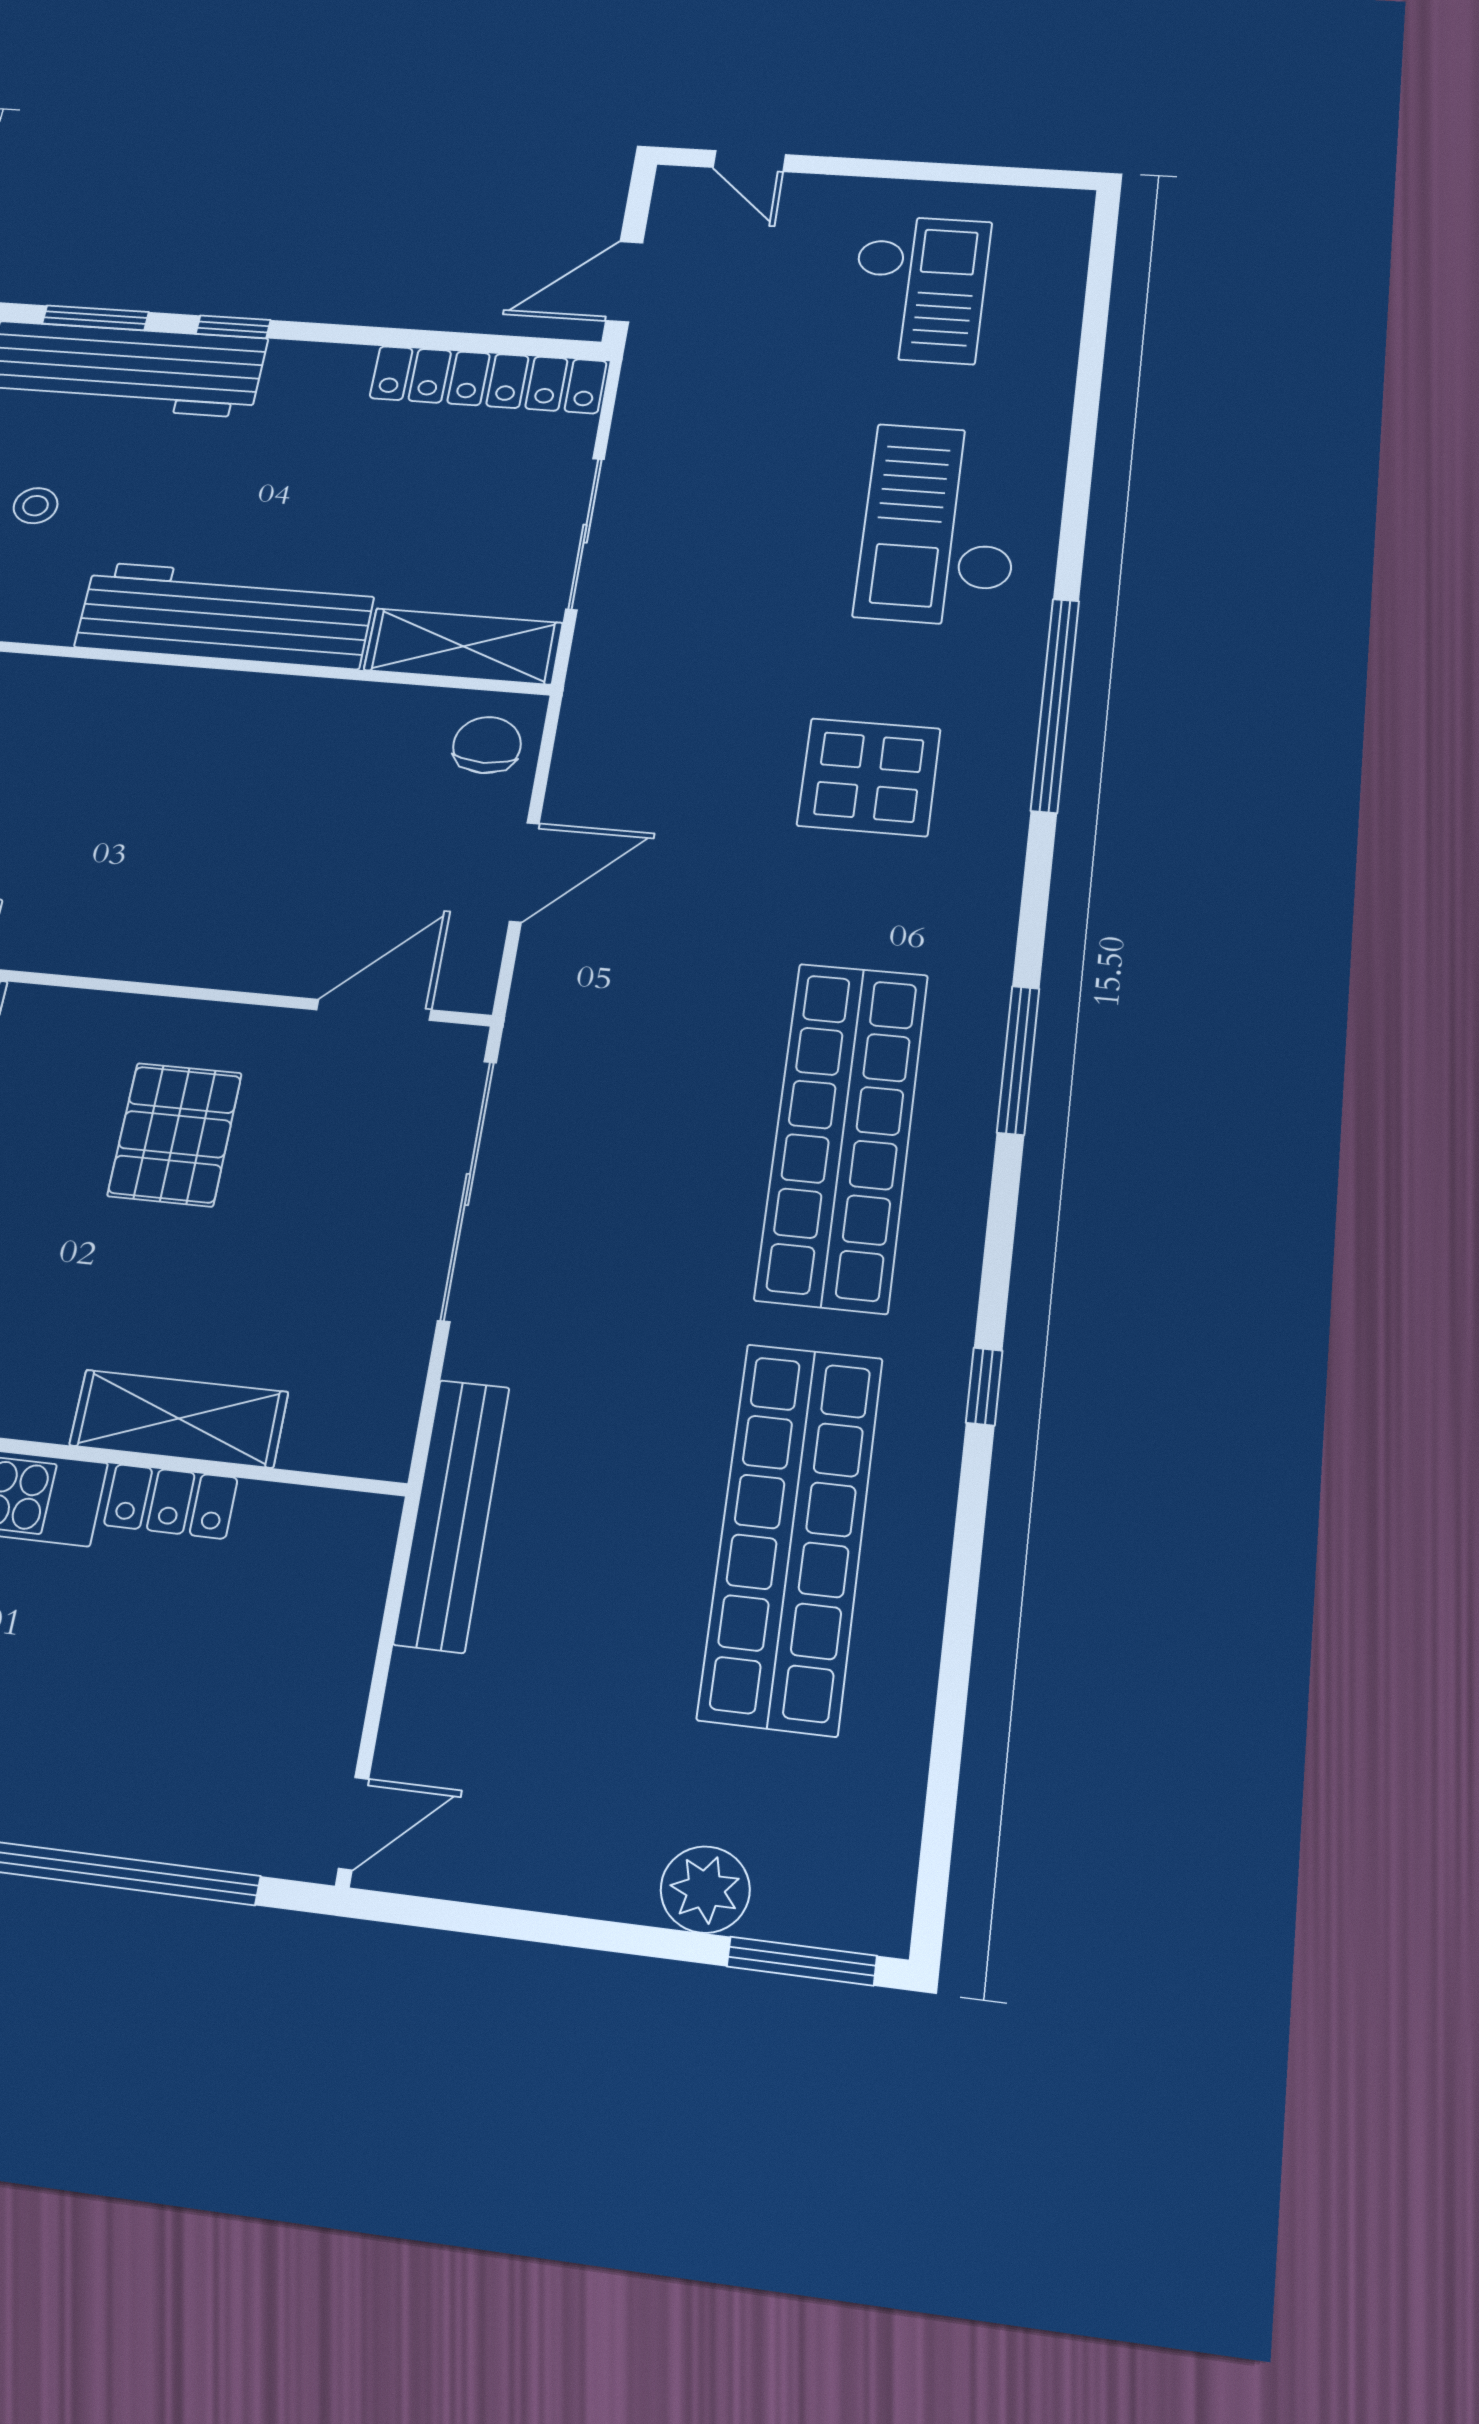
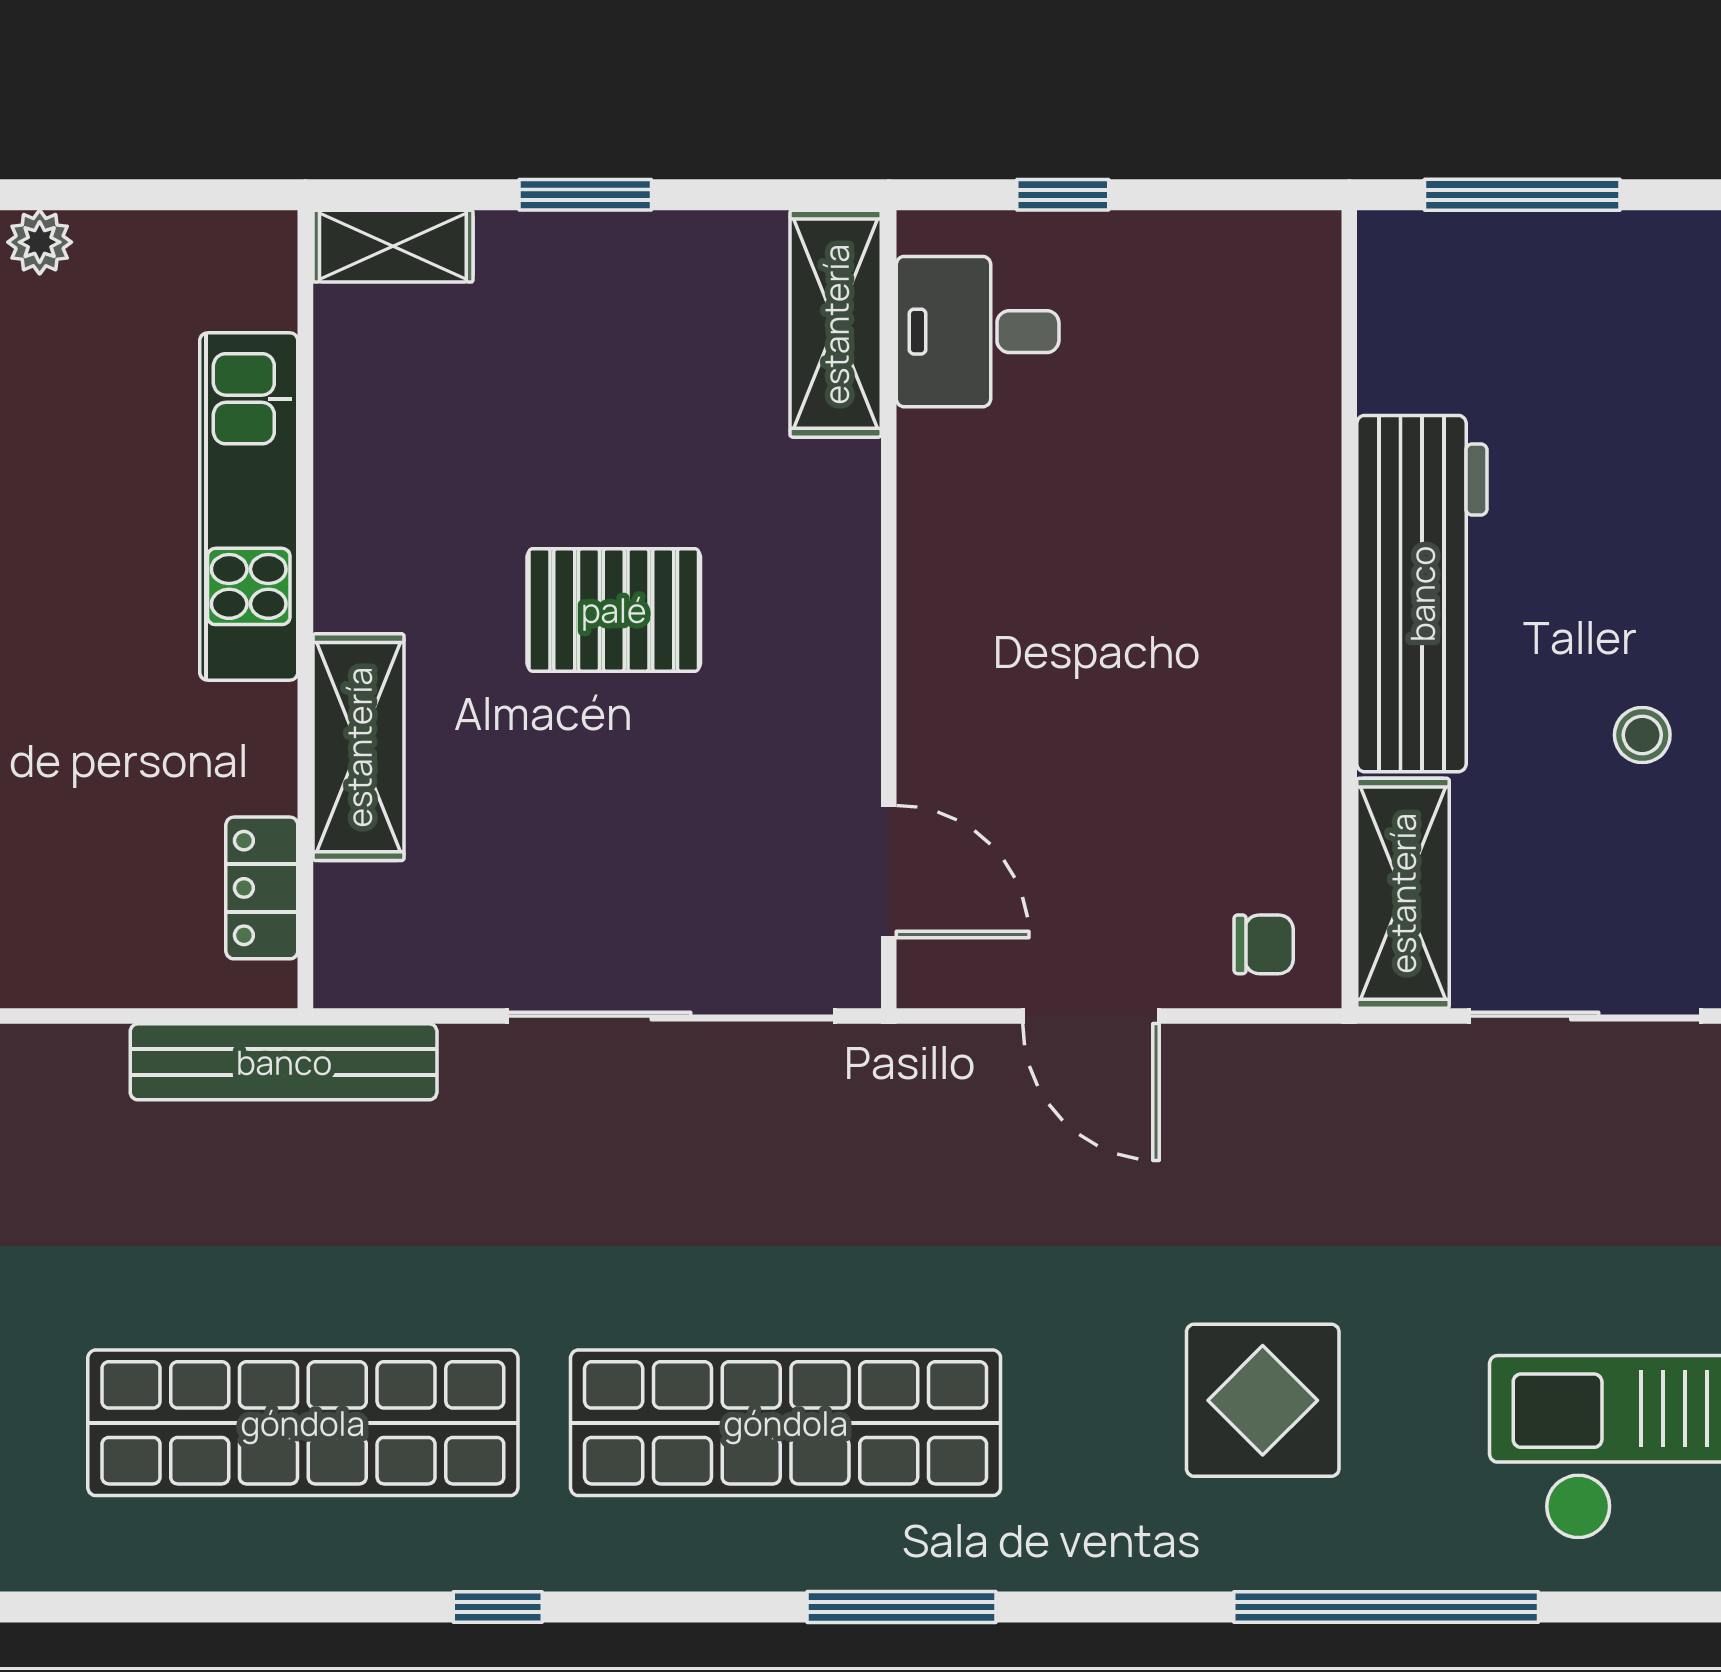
stool: (36, 506) -> (1642, 735), moved
chair: (487, 745) -> (1264, 944), width x0.73, depth x0.73
pallet: (175, 1134) -> (614, 610), moved
locker: (171, 1501) -> (262, 888), moved

